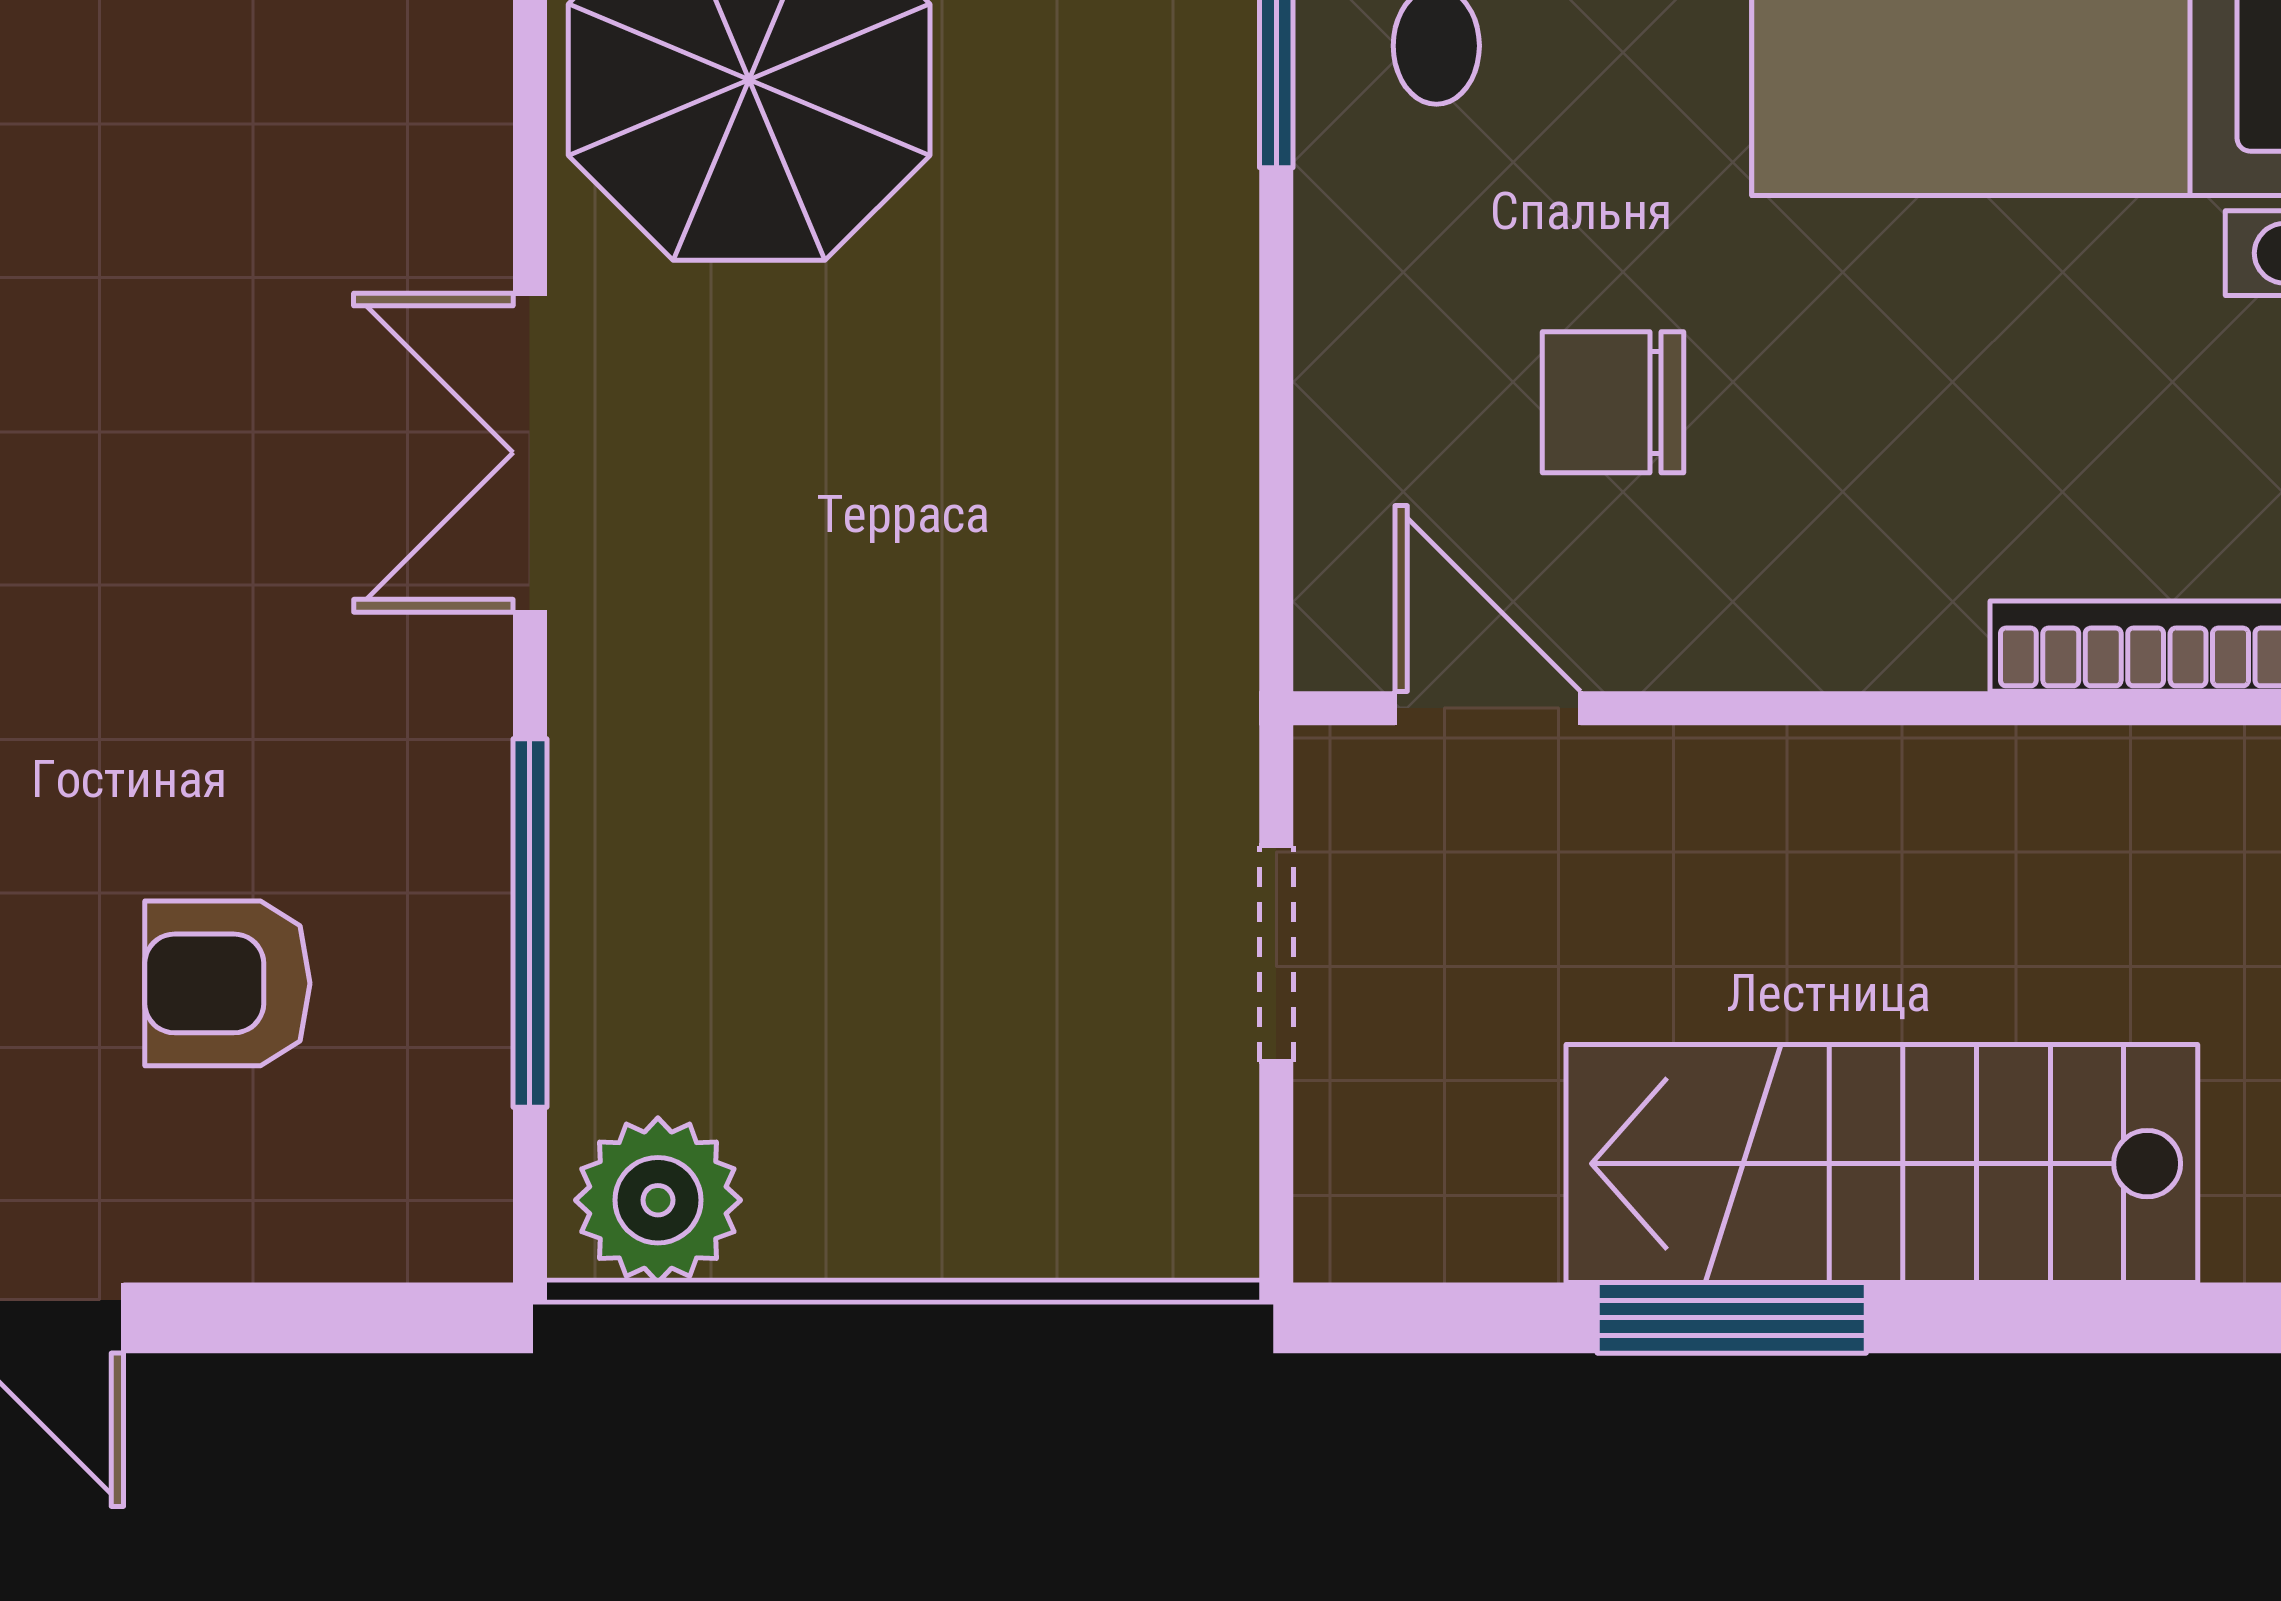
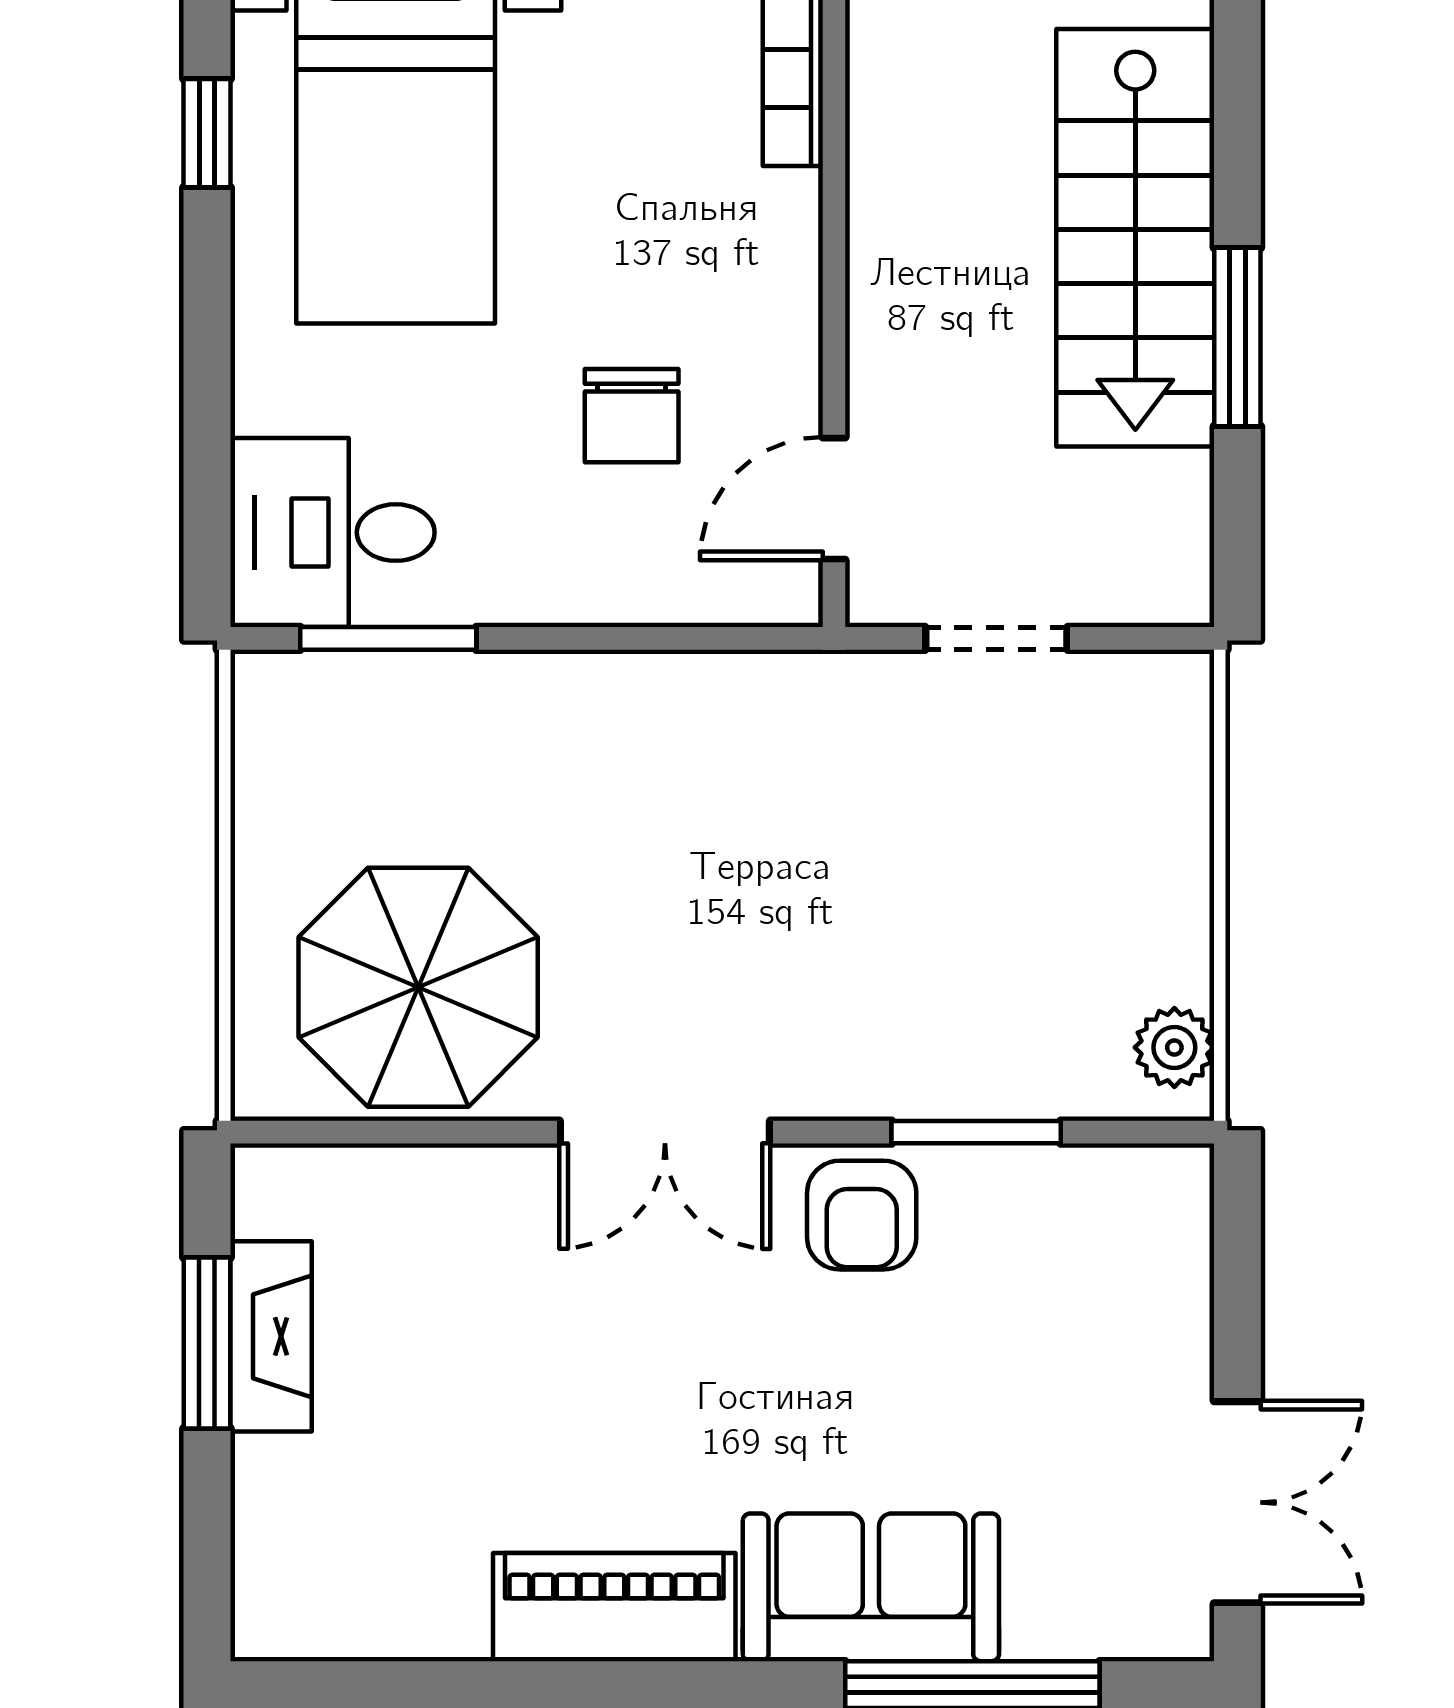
window: (530, 923) -> (976, 1132), width x0.69
armchair: (227, 983) -> (862, 1215), moved
plant: (658, 1200) -> (1174, 1047), width x0.73, depth x0.73

